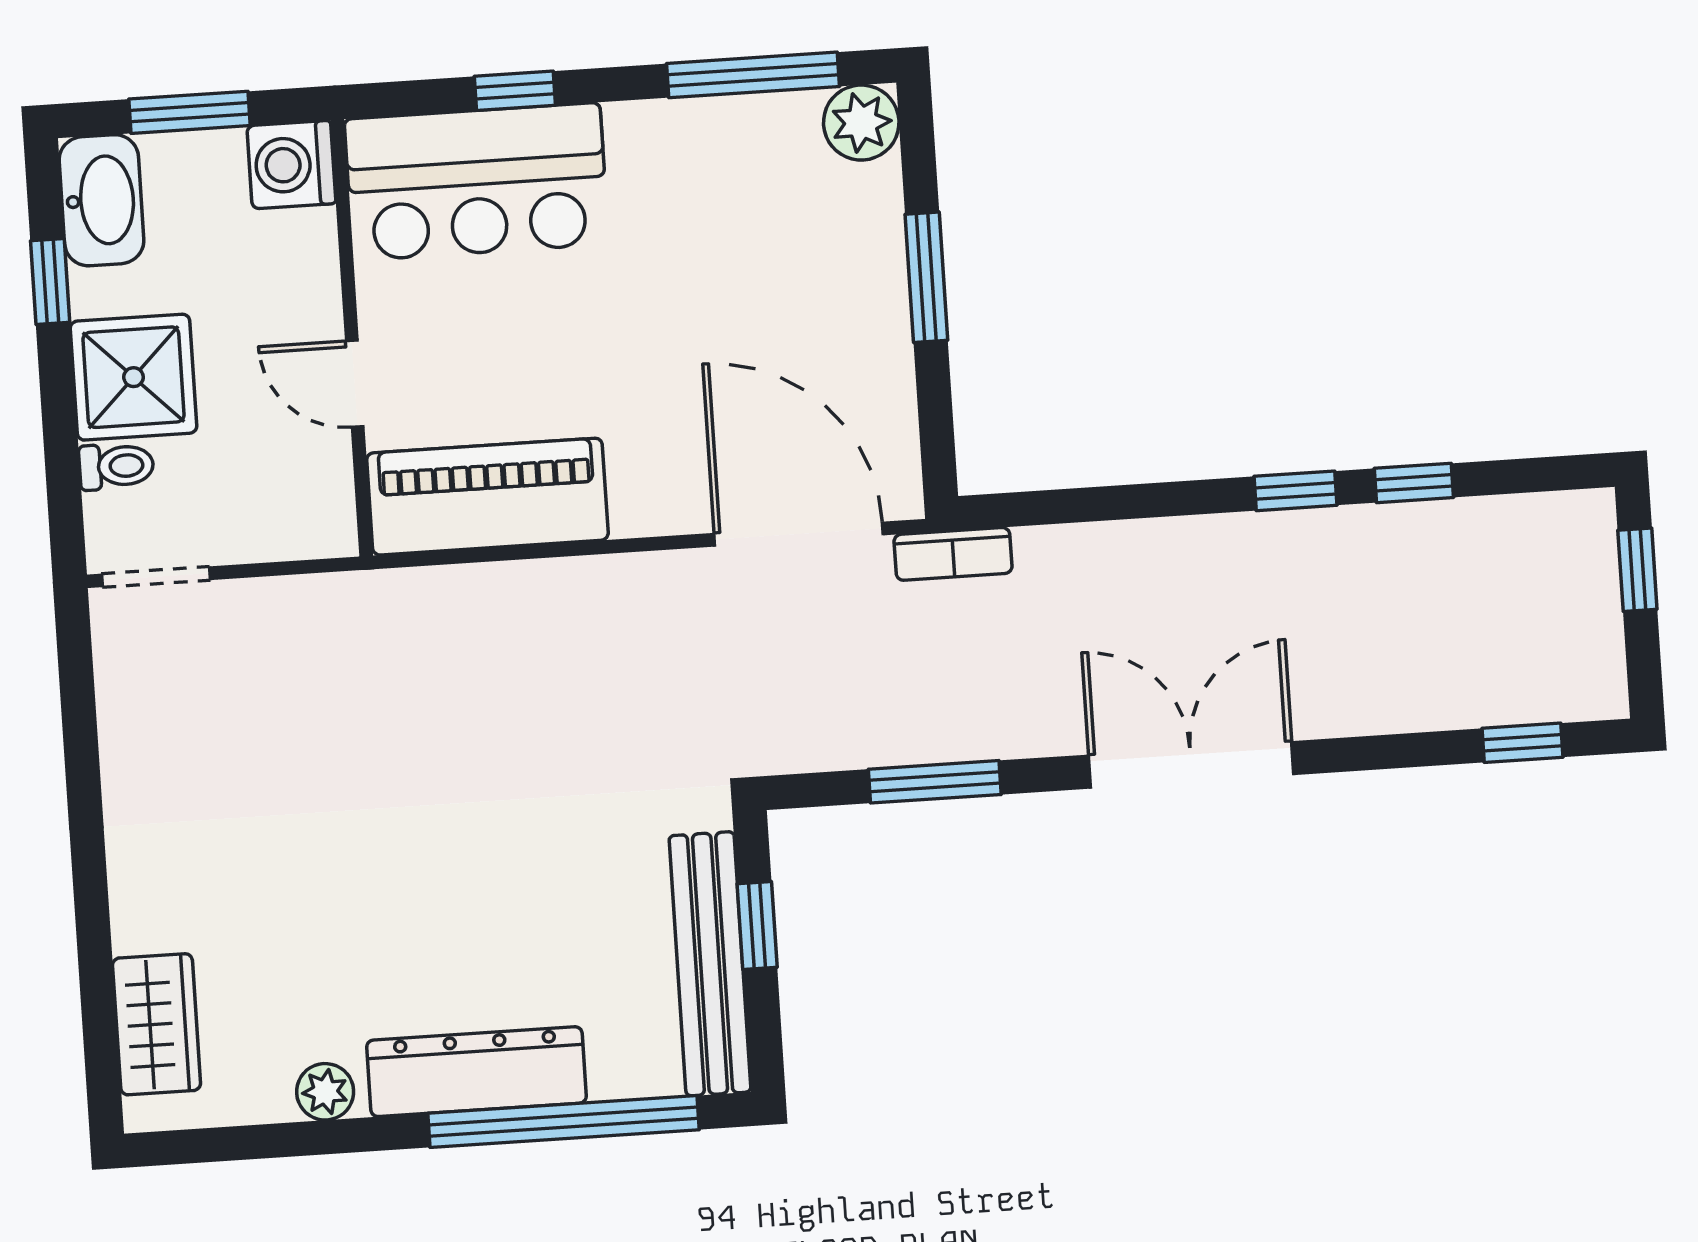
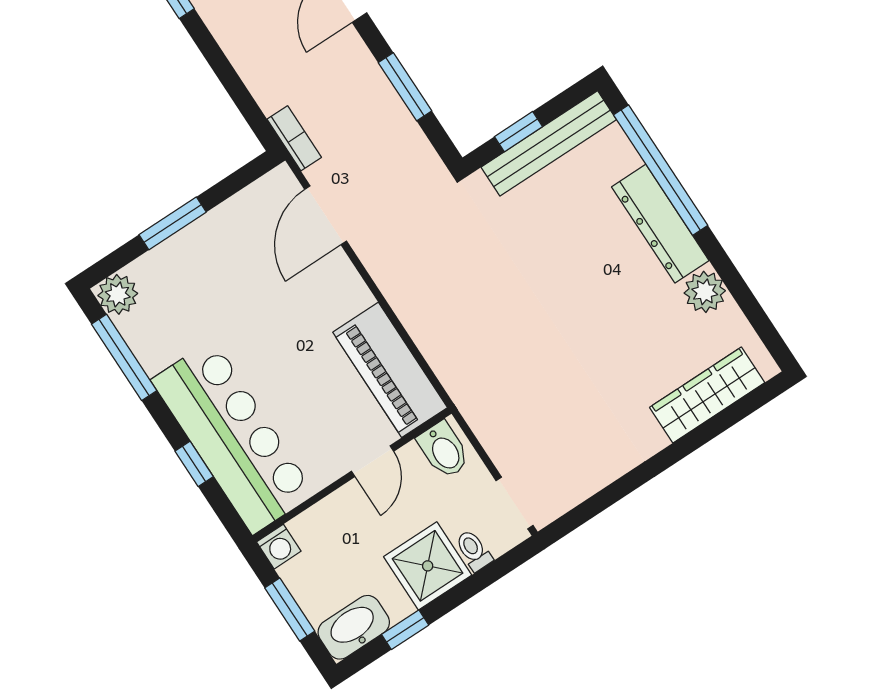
washing machine: (291, 165) -> (279, 547), width x0.73, depth x0.73
bar counter: (477, 182) -> (233, 437), width x1.36
bidet: (307, 510) -> (444, 450), added
door: (799, 534) -> (326, 215), width x0.73
wardrobe: (157, 1024) -> (707, 395), width x1.50
plant: (325, 1092) -> (705, 292), width x1.38, depth x1.38

